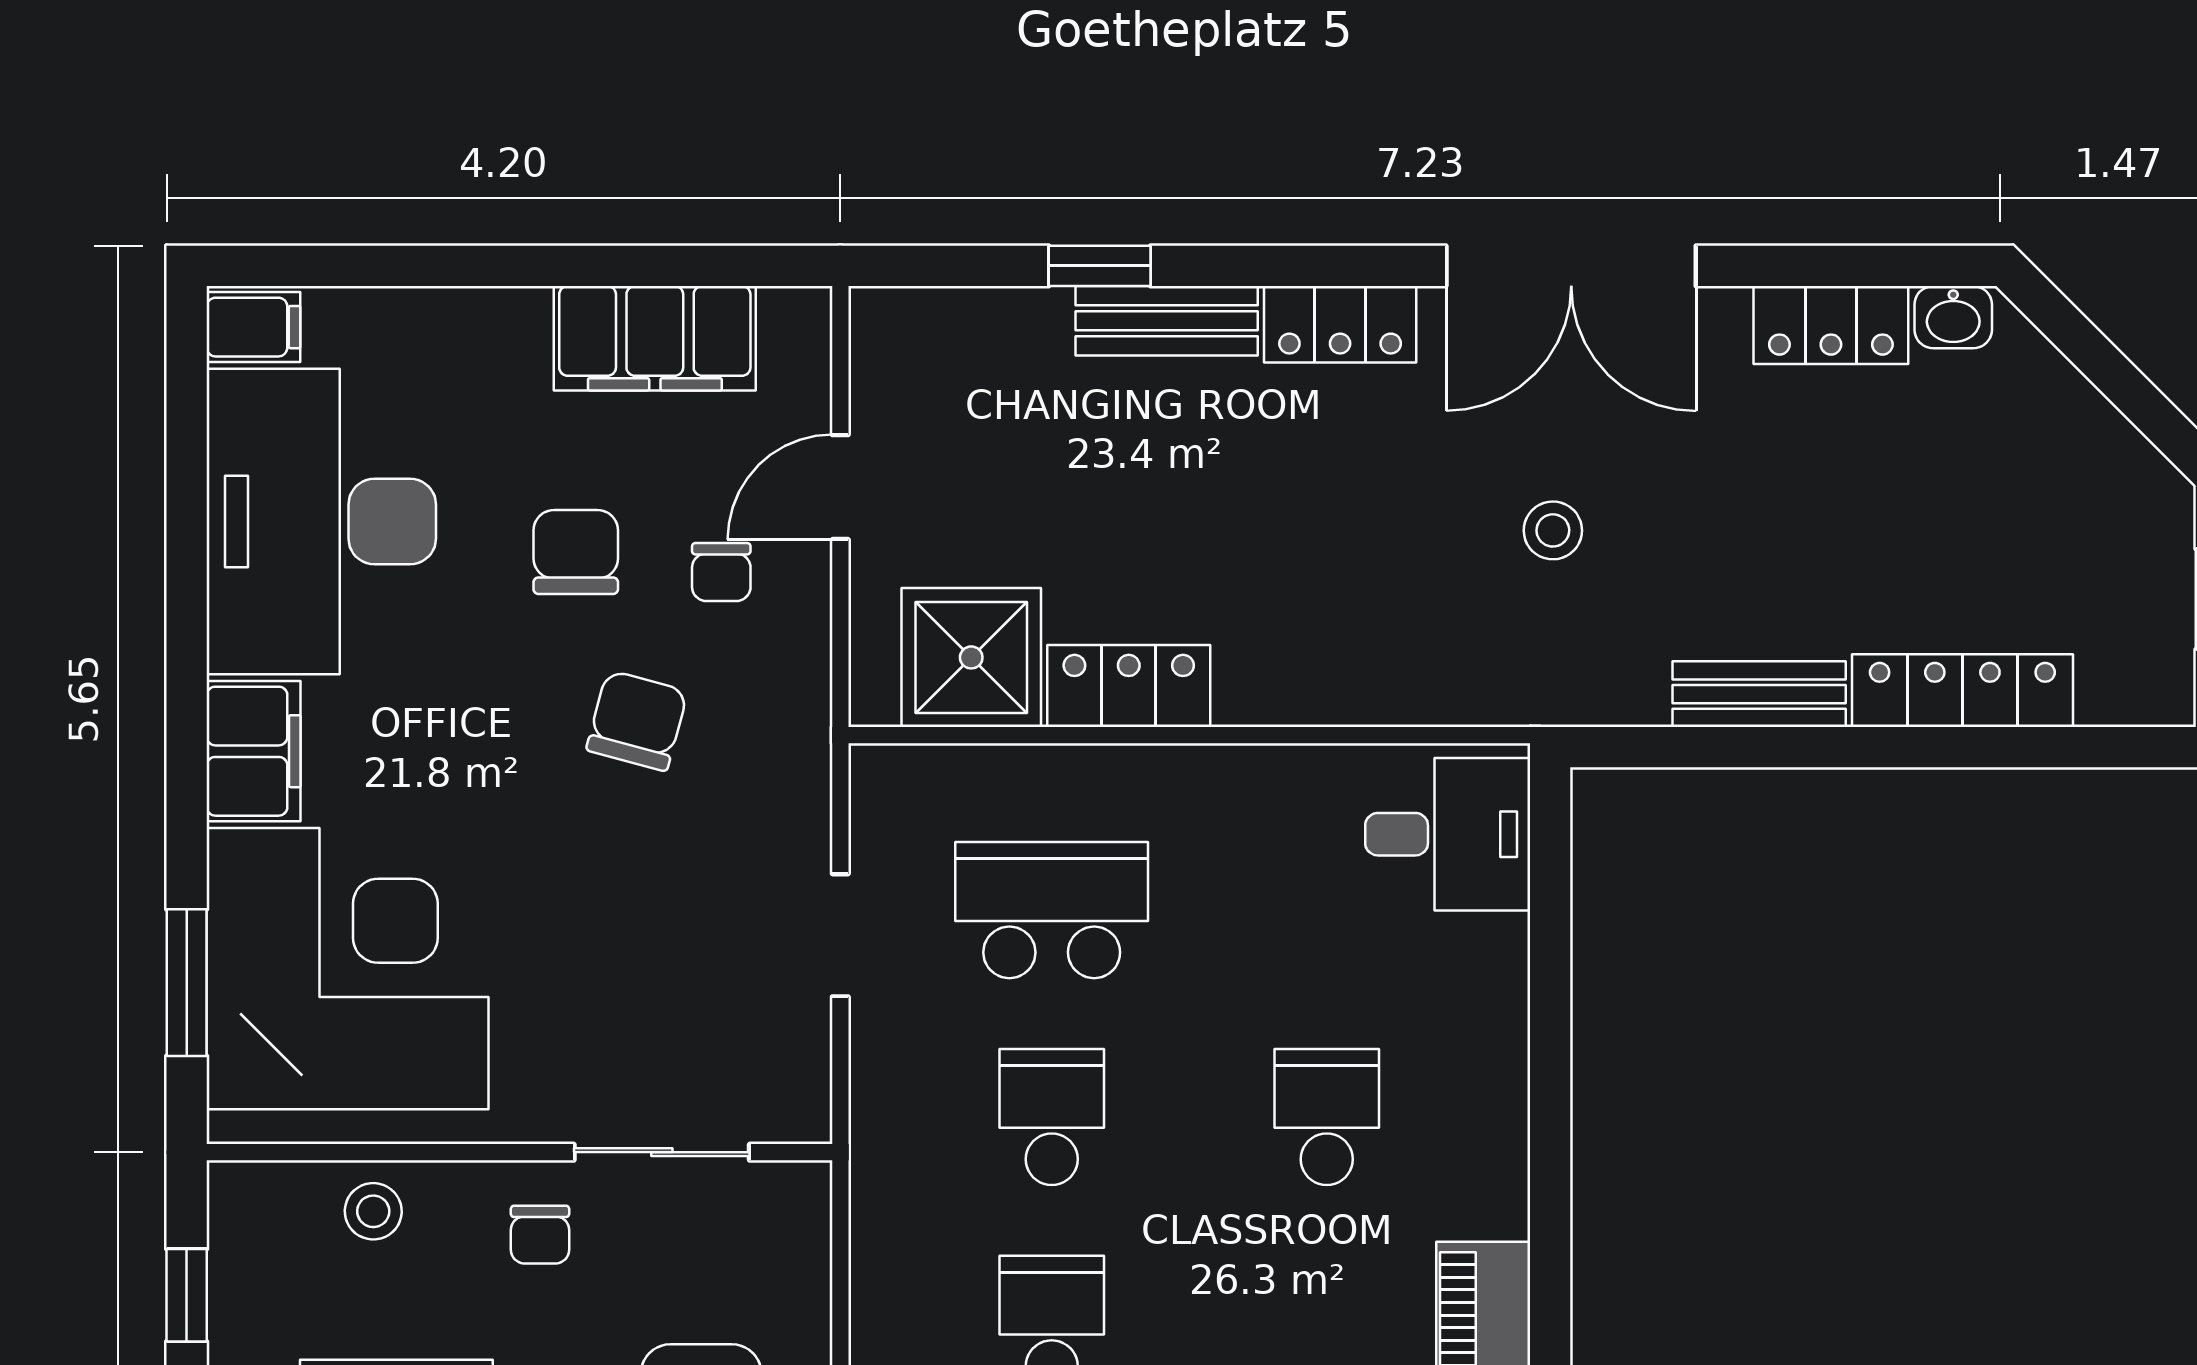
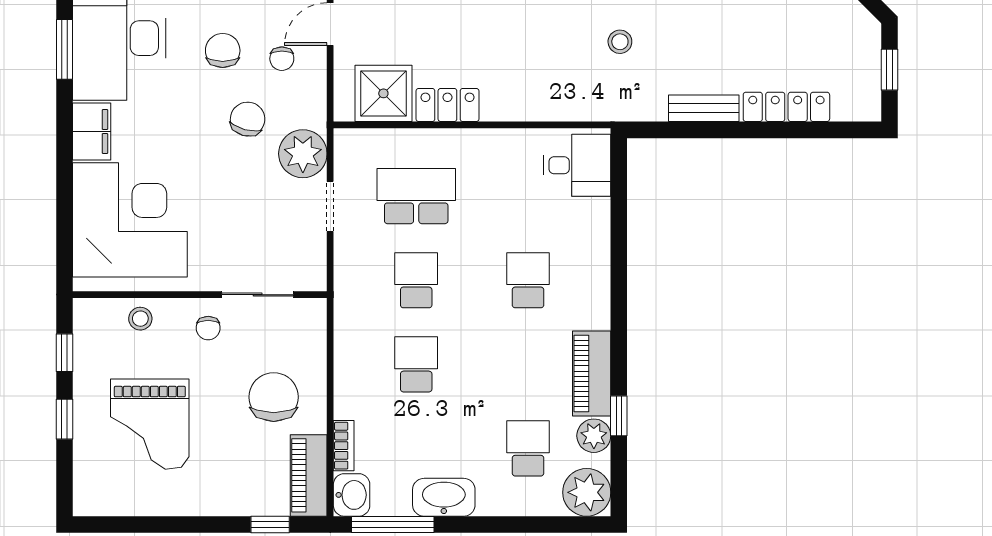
plant: (773, 806) -> (303, 154), added
window: (187, 983) -> (64, 49), moved

